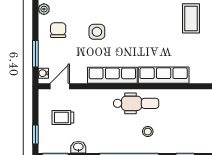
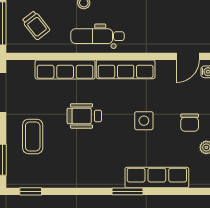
wheelchair: (147, 36) -> (84, 116), added
trolley: (63, 118) -> (36, 25), moved, turned 52

